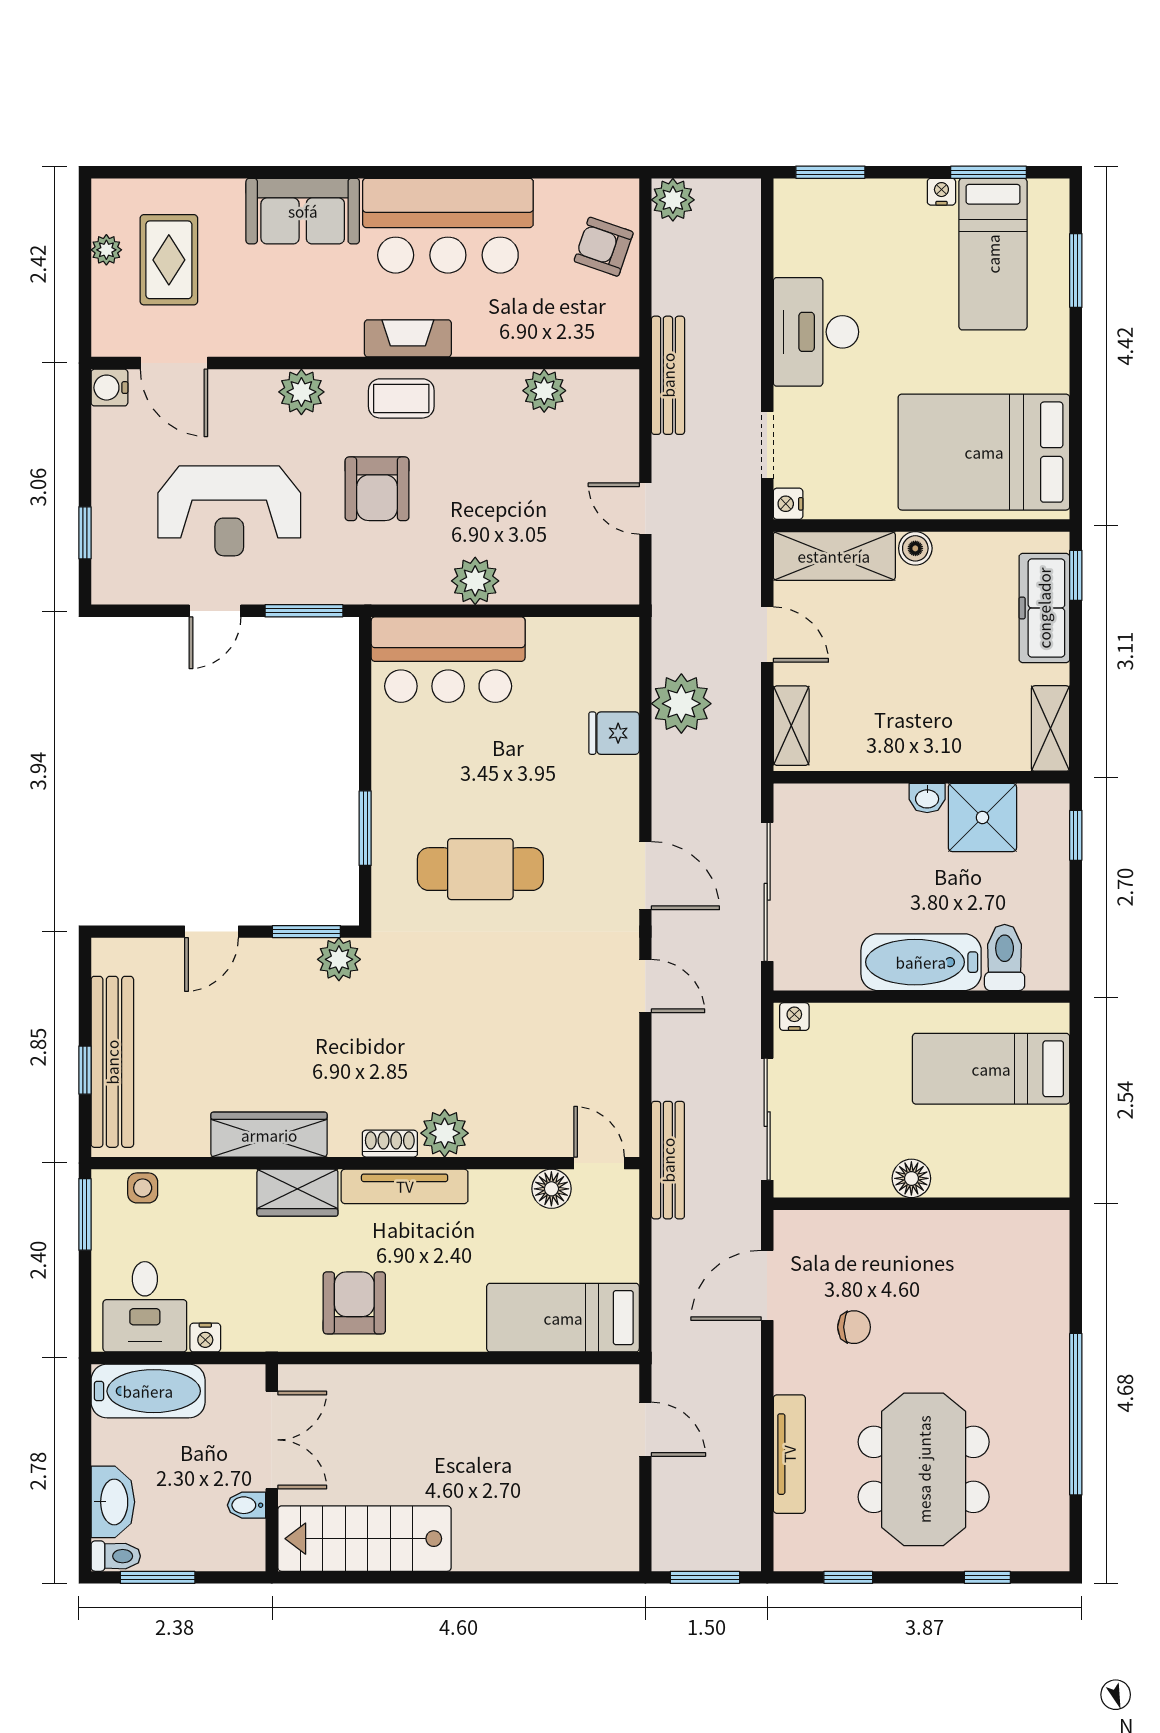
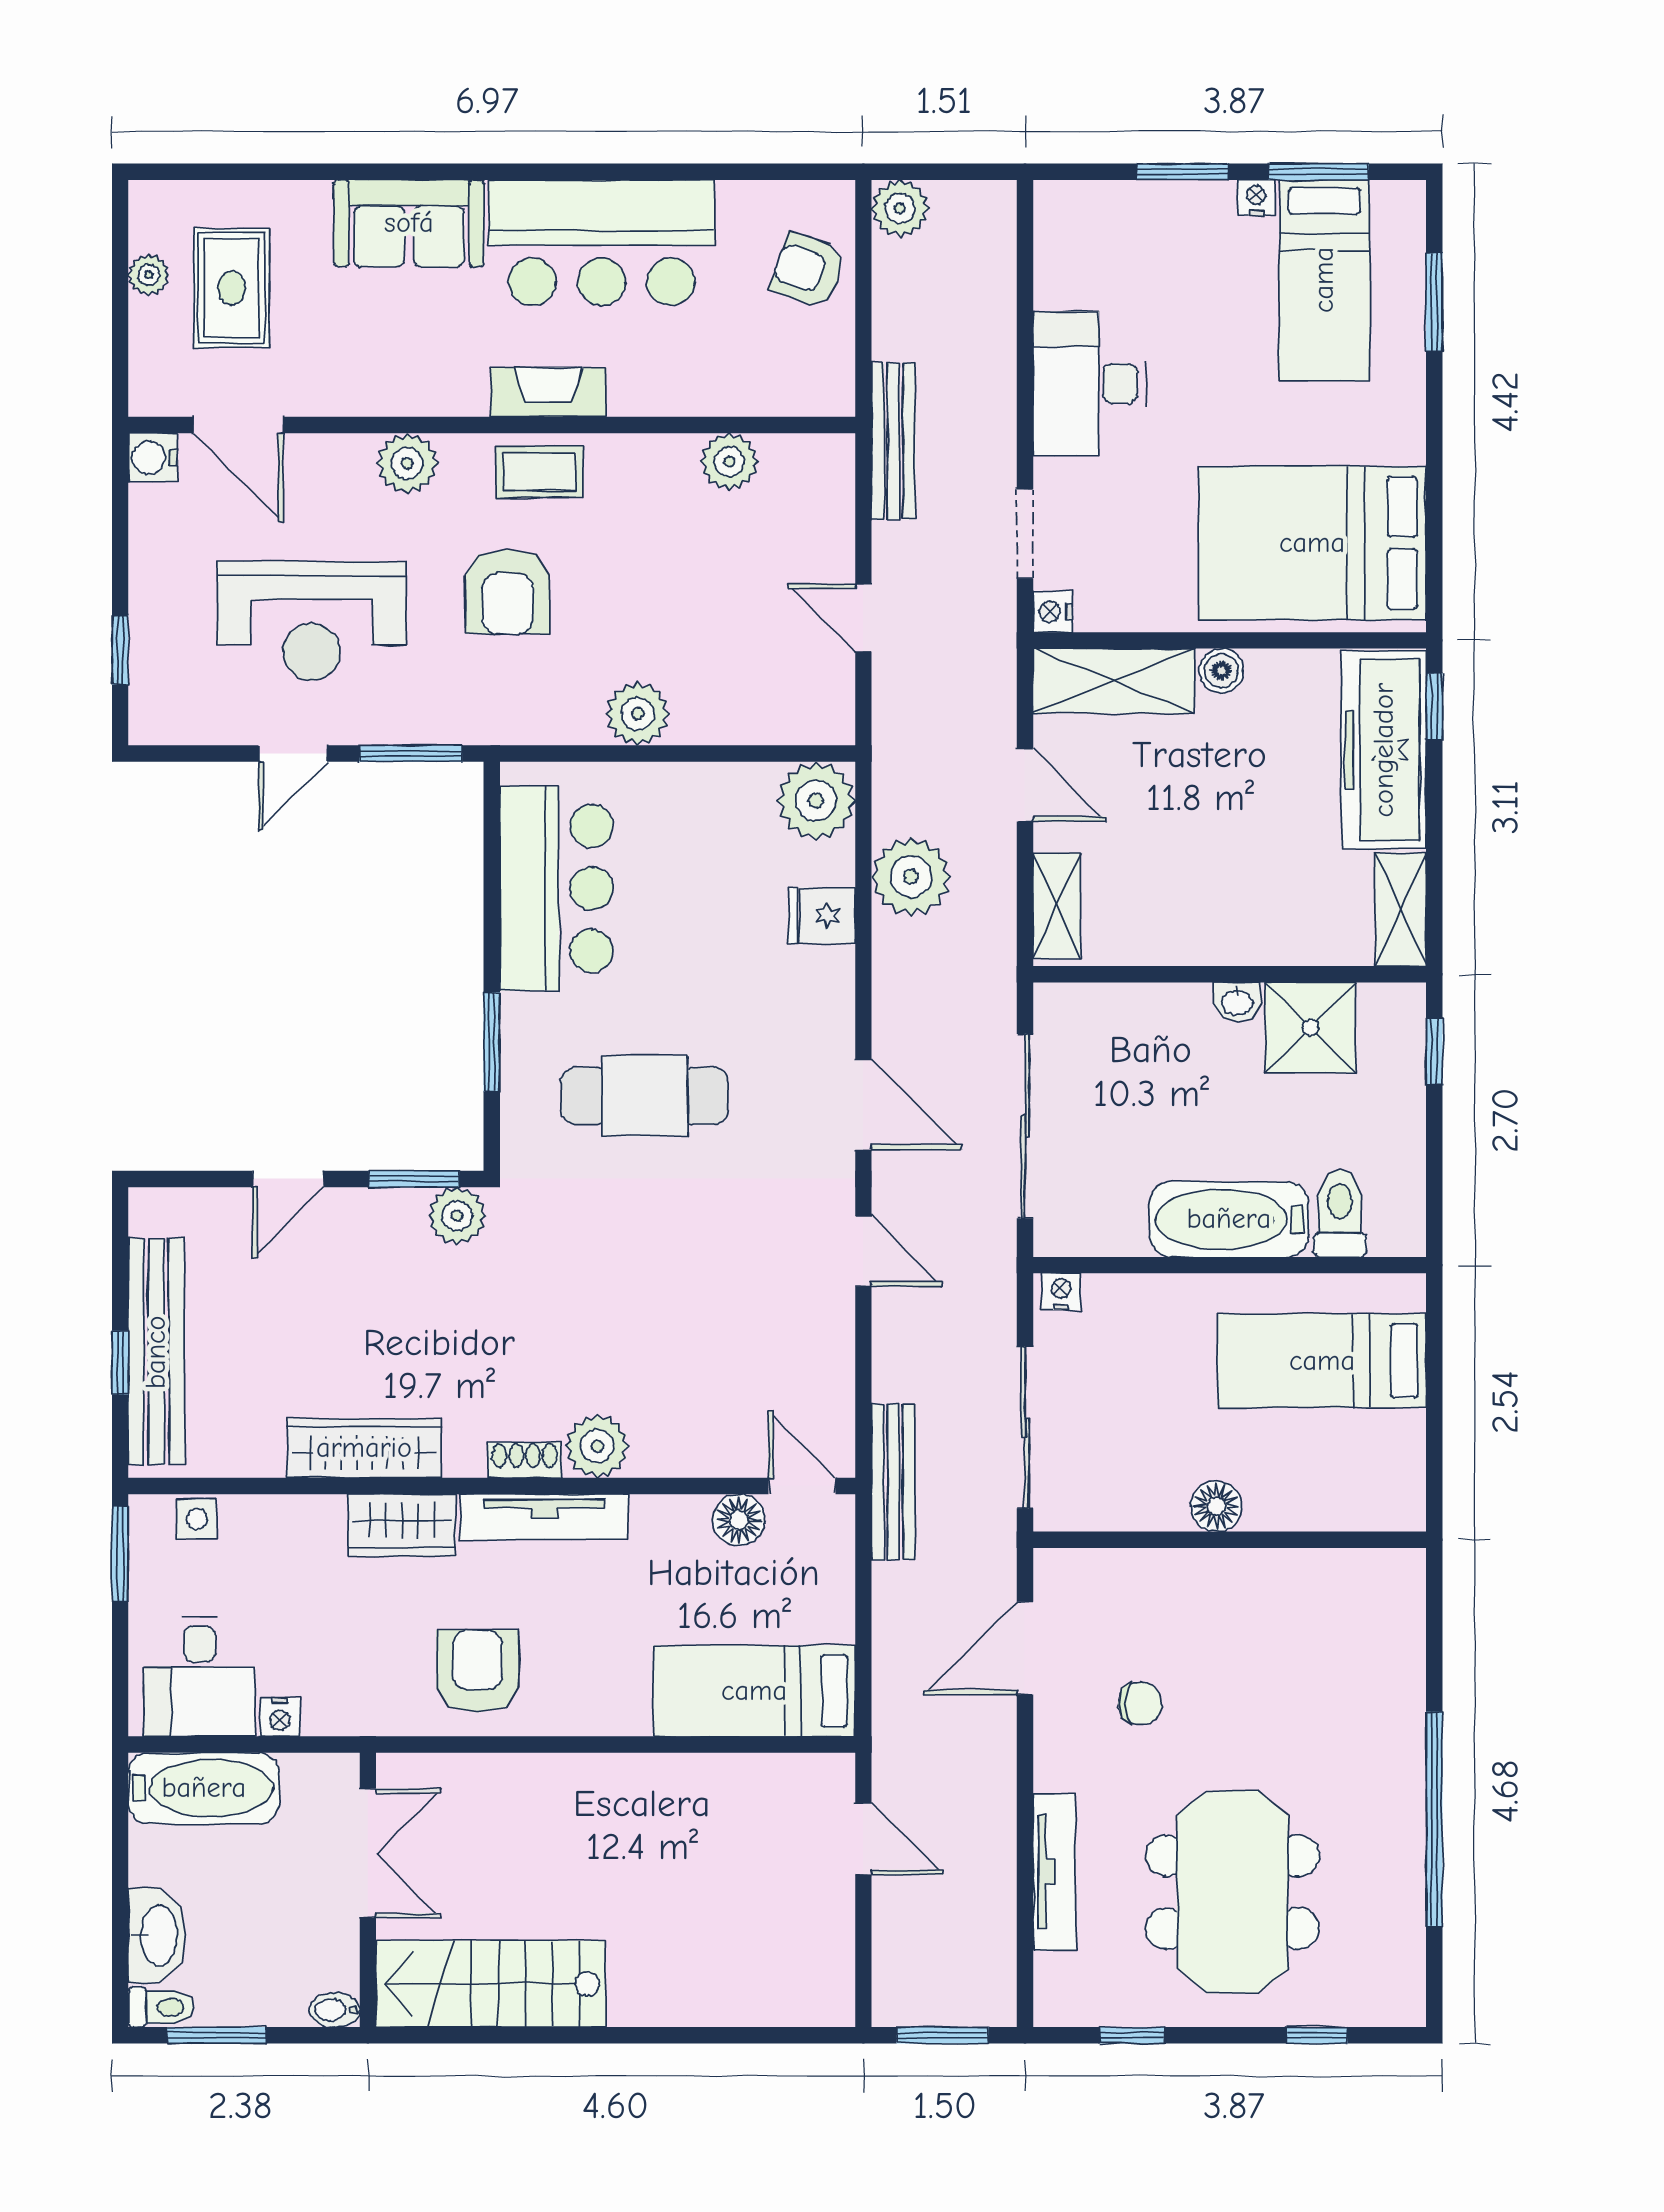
window: (830, 172) -> (1182, 172), moved
freezer: (1044, 608) -> (1384, 750), width x1.36, depth x1.26
plant: (610, 646) -> (816, 801), added
bar counter: (448, 660) -> (557, 888), moved, turned -90
bidet: (247, 1505) -> (334, 2010), moved

